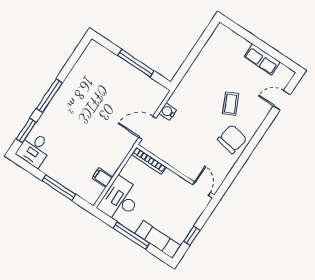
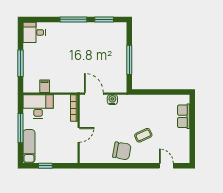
row of seats: (262, 59) -> (184, 116), moved
window: (26, 131) -> (104, 19), moved
door: (202, 189) -> (79, 135), moved

